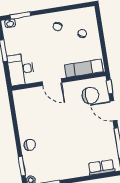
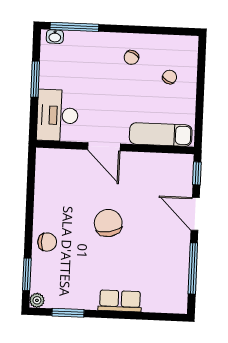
window: (20, 15) -> (74, 27), width x1.44
chair: (90, 95) -> (108, 223), moved, turned -101
row of seats: (101, 167) -> (120, 301), moved

